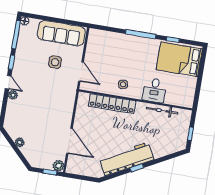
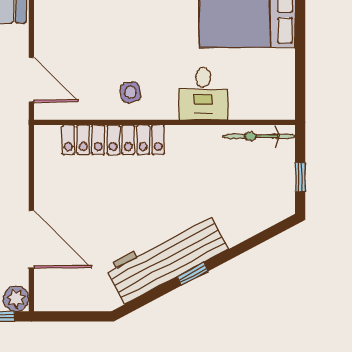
bicycle: (162, 111) -> (259, 136), moved

